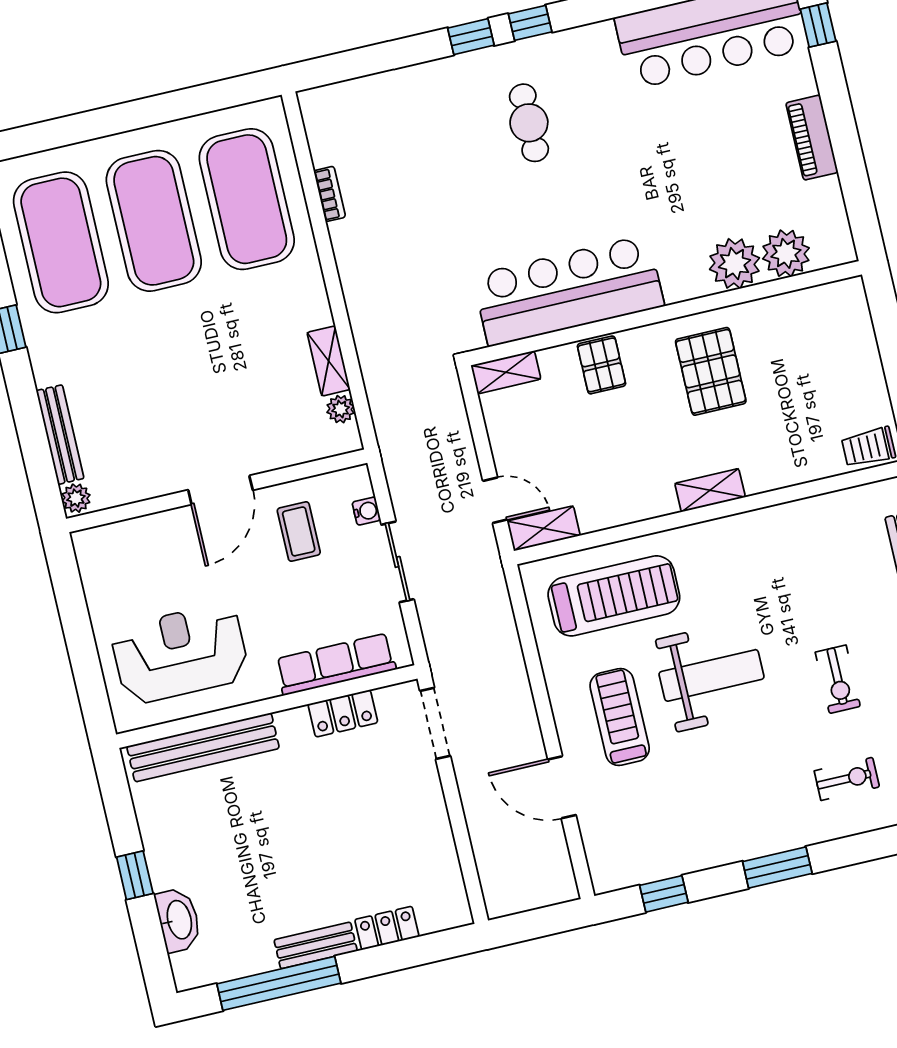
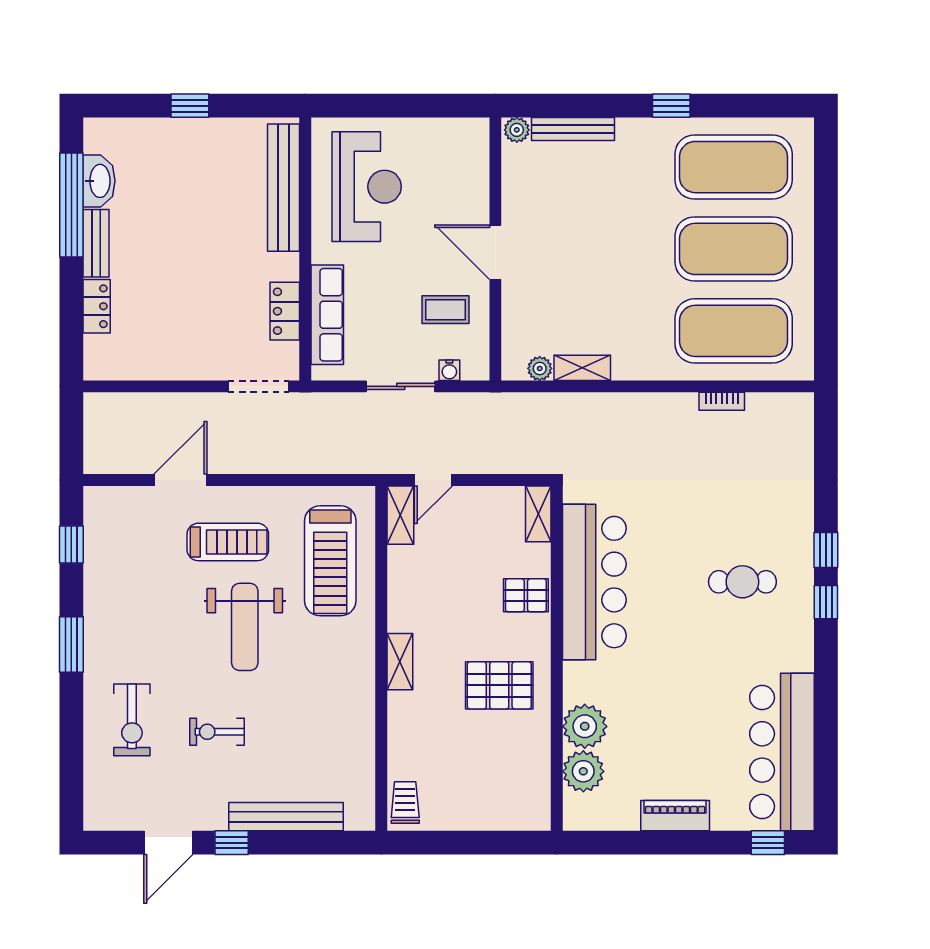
exercise bike: (847, 779) -> (132, 720), width x1.38, depth x1.39
washbasin: (178, 920) -> (99, 181), moved, turned -90

